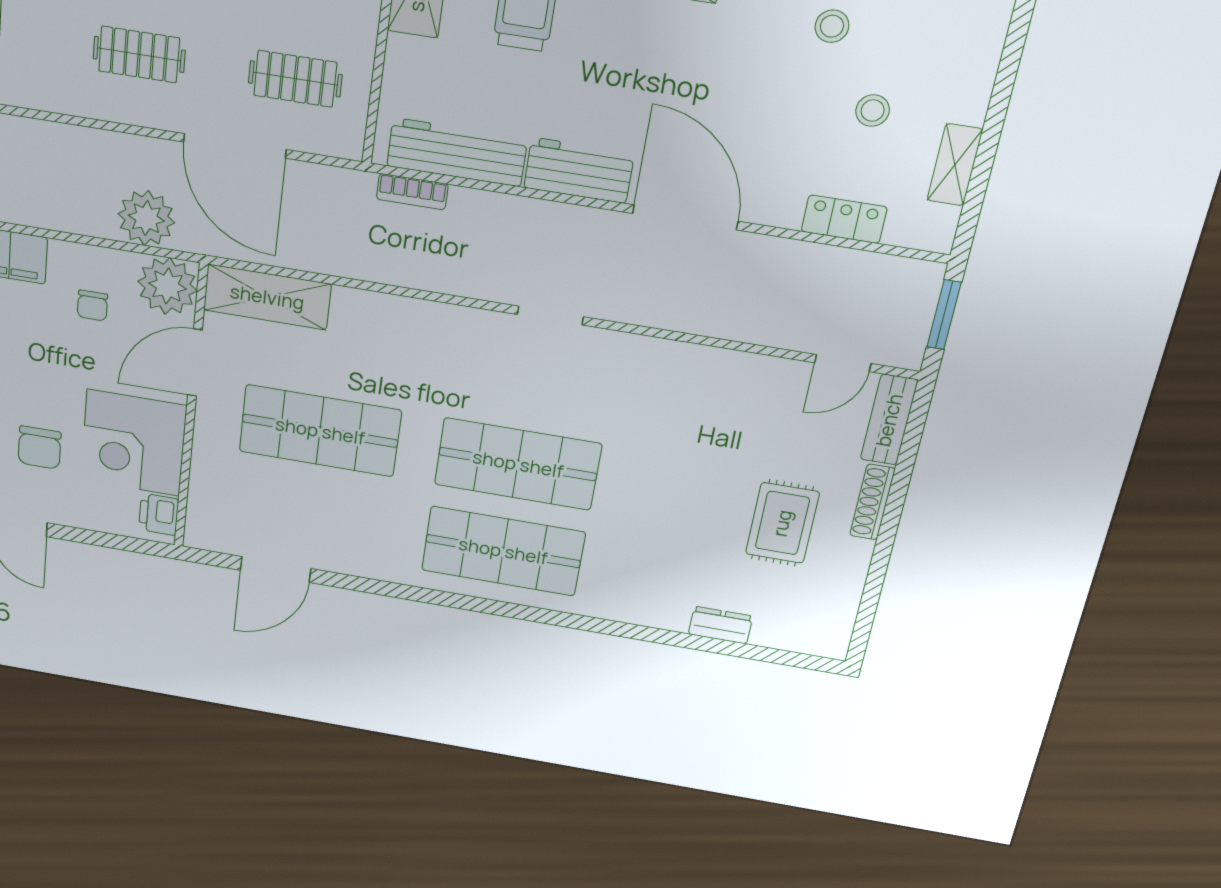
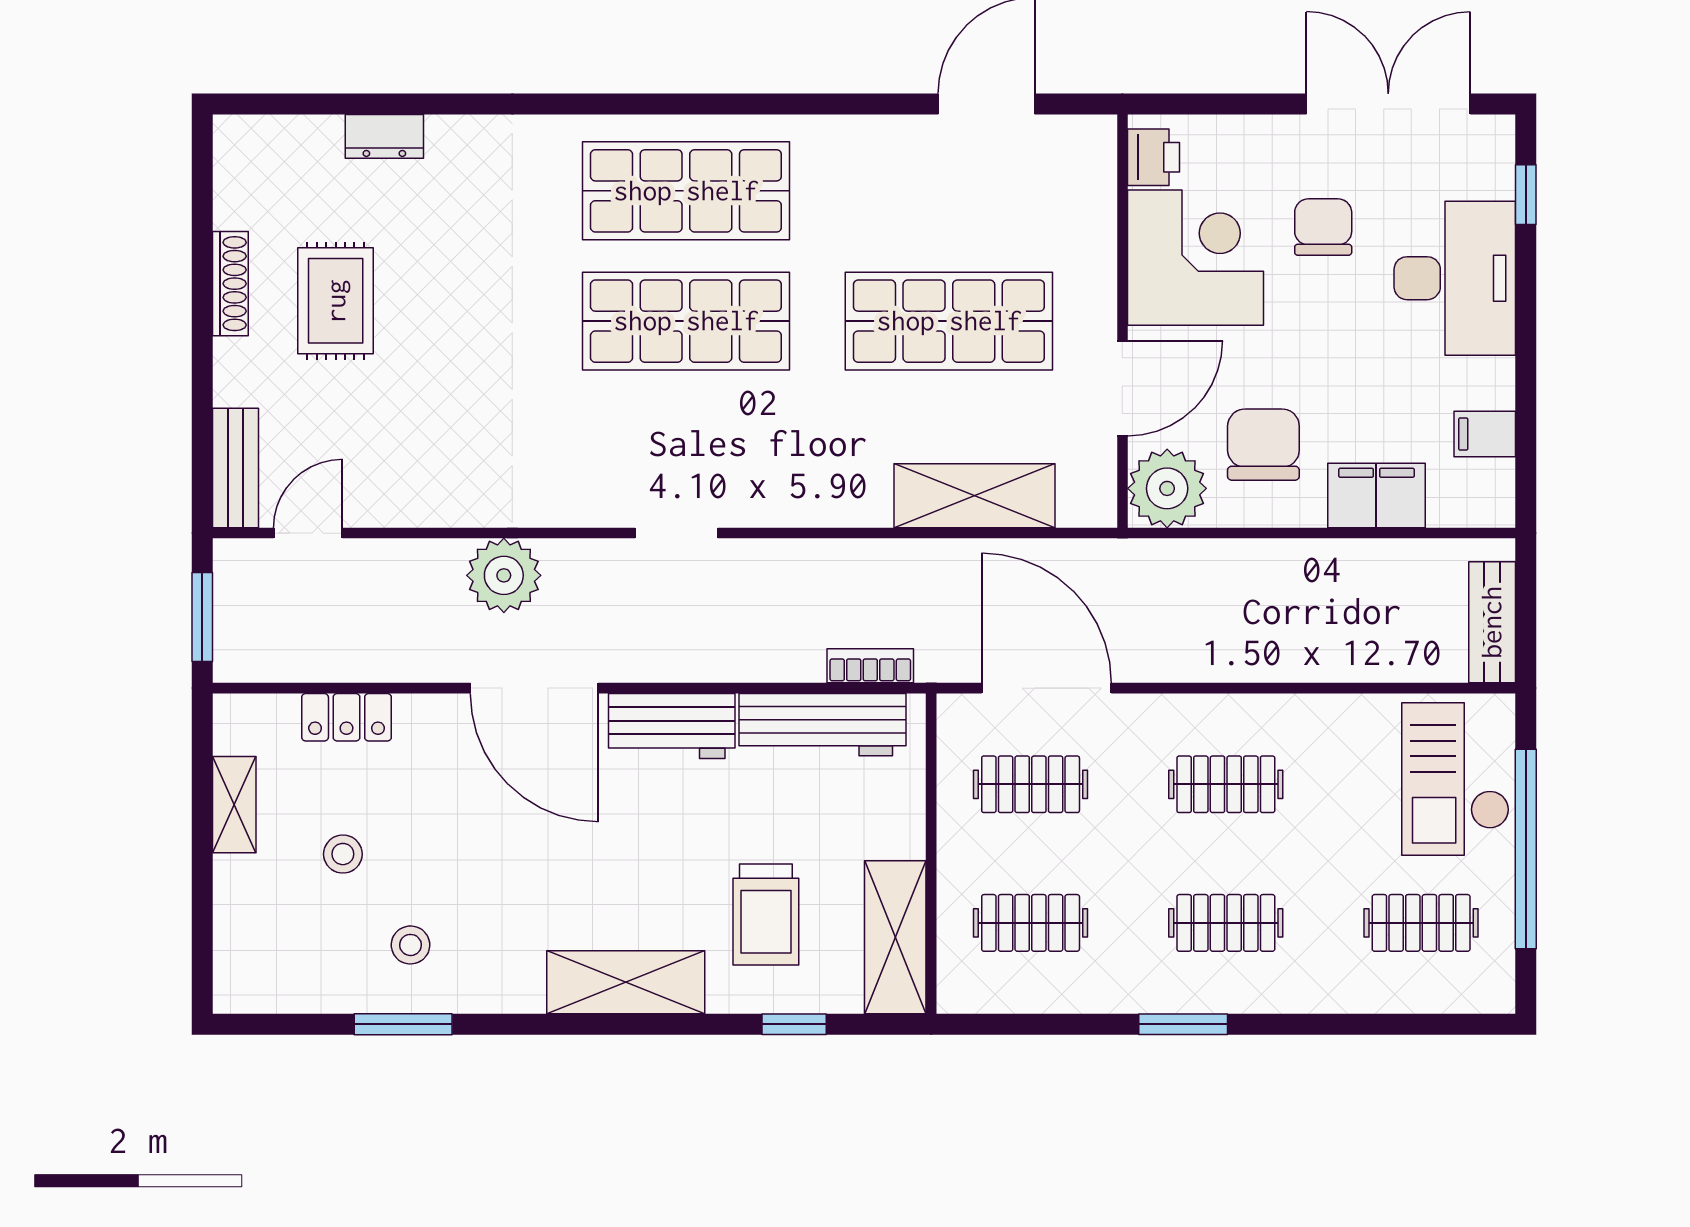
door: (235, 146) -> (1047, 688), moved
plant: (146, 218) -> (504, 575), moved
shelving: (267, 297) -> (974, 496), moved
chair: (92, 305) -> (1263, 445), width x1.87, depth x1.87
shoe rack: (872, 502) -> (230, 284), moved

